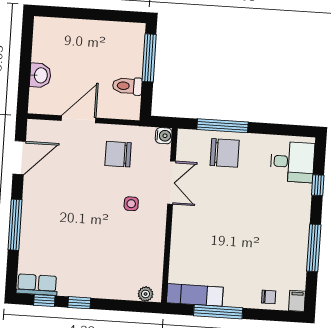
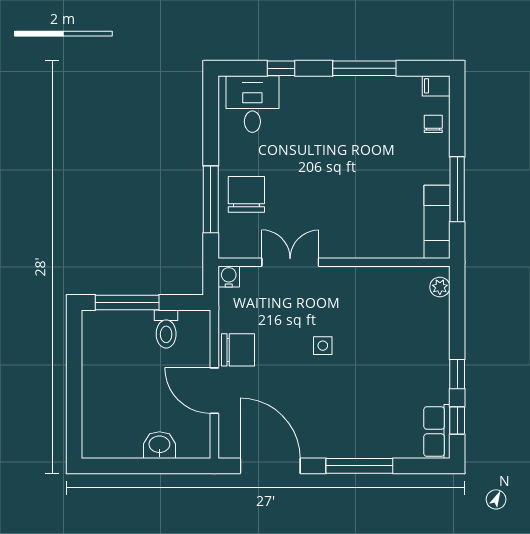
chair: (118, 154) -> (238, 350), moved, turned -90
door: (19, 158) -> (270, 466), width x1.36
side table: (131, 204) -> (323, 346), moved

